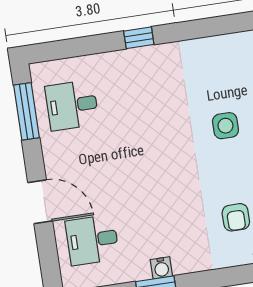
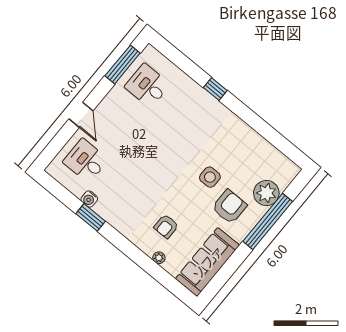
door: (40, 202) -> (81, 115), width x0.73
water cooler: (161, 268) -> (89, 199), moved

